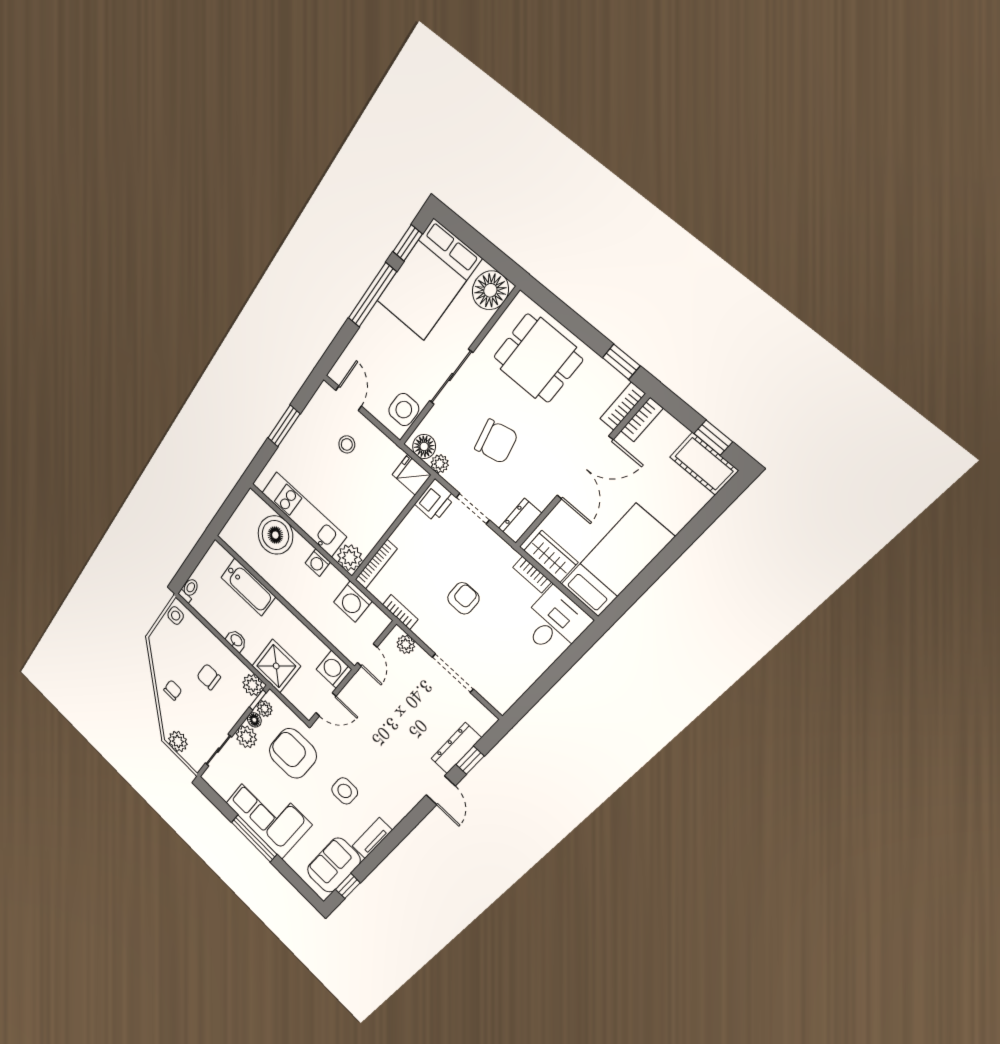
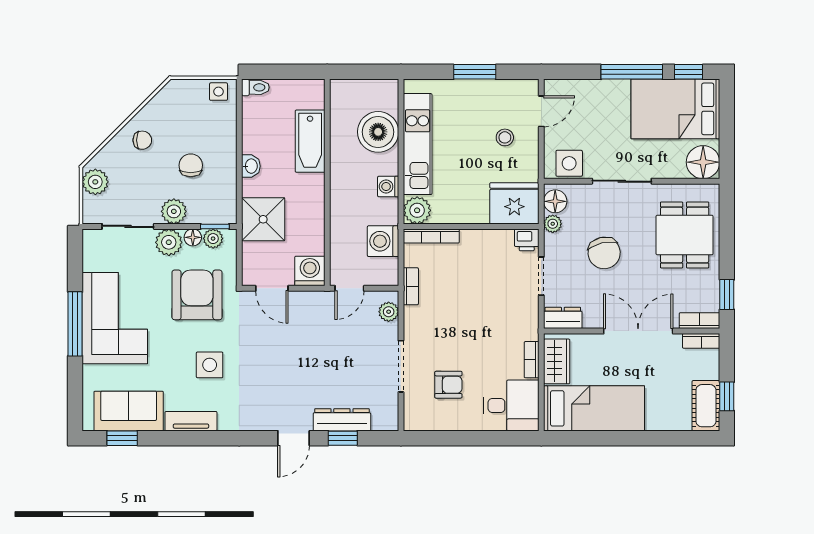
double door: (585, 468) -> (638, 331), swing flipped
fridge: (412, 475) -> (514, 203), width x1.88, depth x1.34
printer: (435, 501) -> (527, 240), width x0.73, depth x0.81
armchair: (463, 598) -> (448, 385), moved
plant: (253, 685) -> (174, 211), moved

